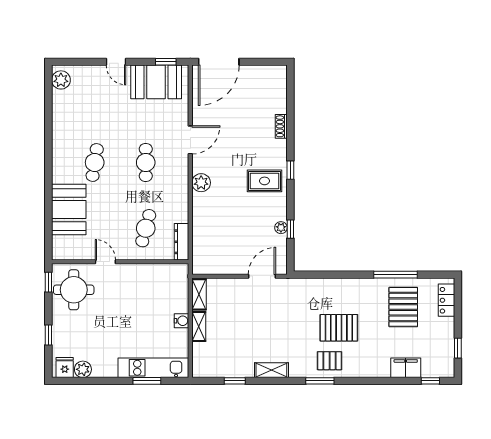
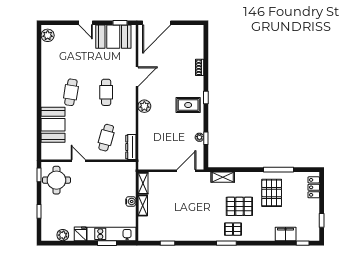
pallet: (403, 307) -> (272, 193), moved
fridge: (65, 368) -> (80, 234), moved
shelving: (271, 370) -> (223, 177), moved

